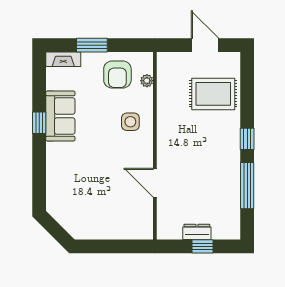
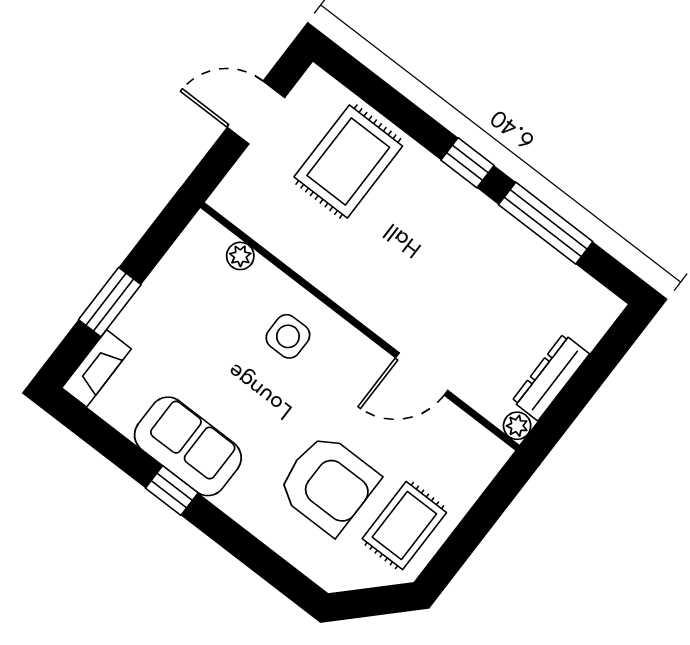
armchair: (117, 74) -> (328, 484), moved, width x1.36, depth x1.36
rug: (93, 220) -> (404, 526), added
dresser: (197, 232) -> (551, 377), width x1.44
plant: (163, 233) -> (517, 426), added
window: (202, 246) -> (590, 376), removed

